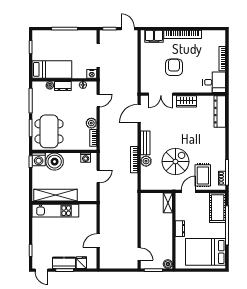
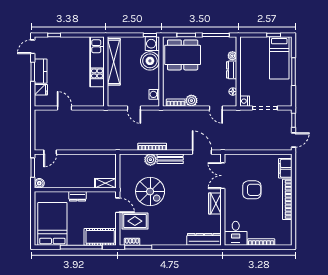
bed: (52, 69) -> (279, 58), moved

